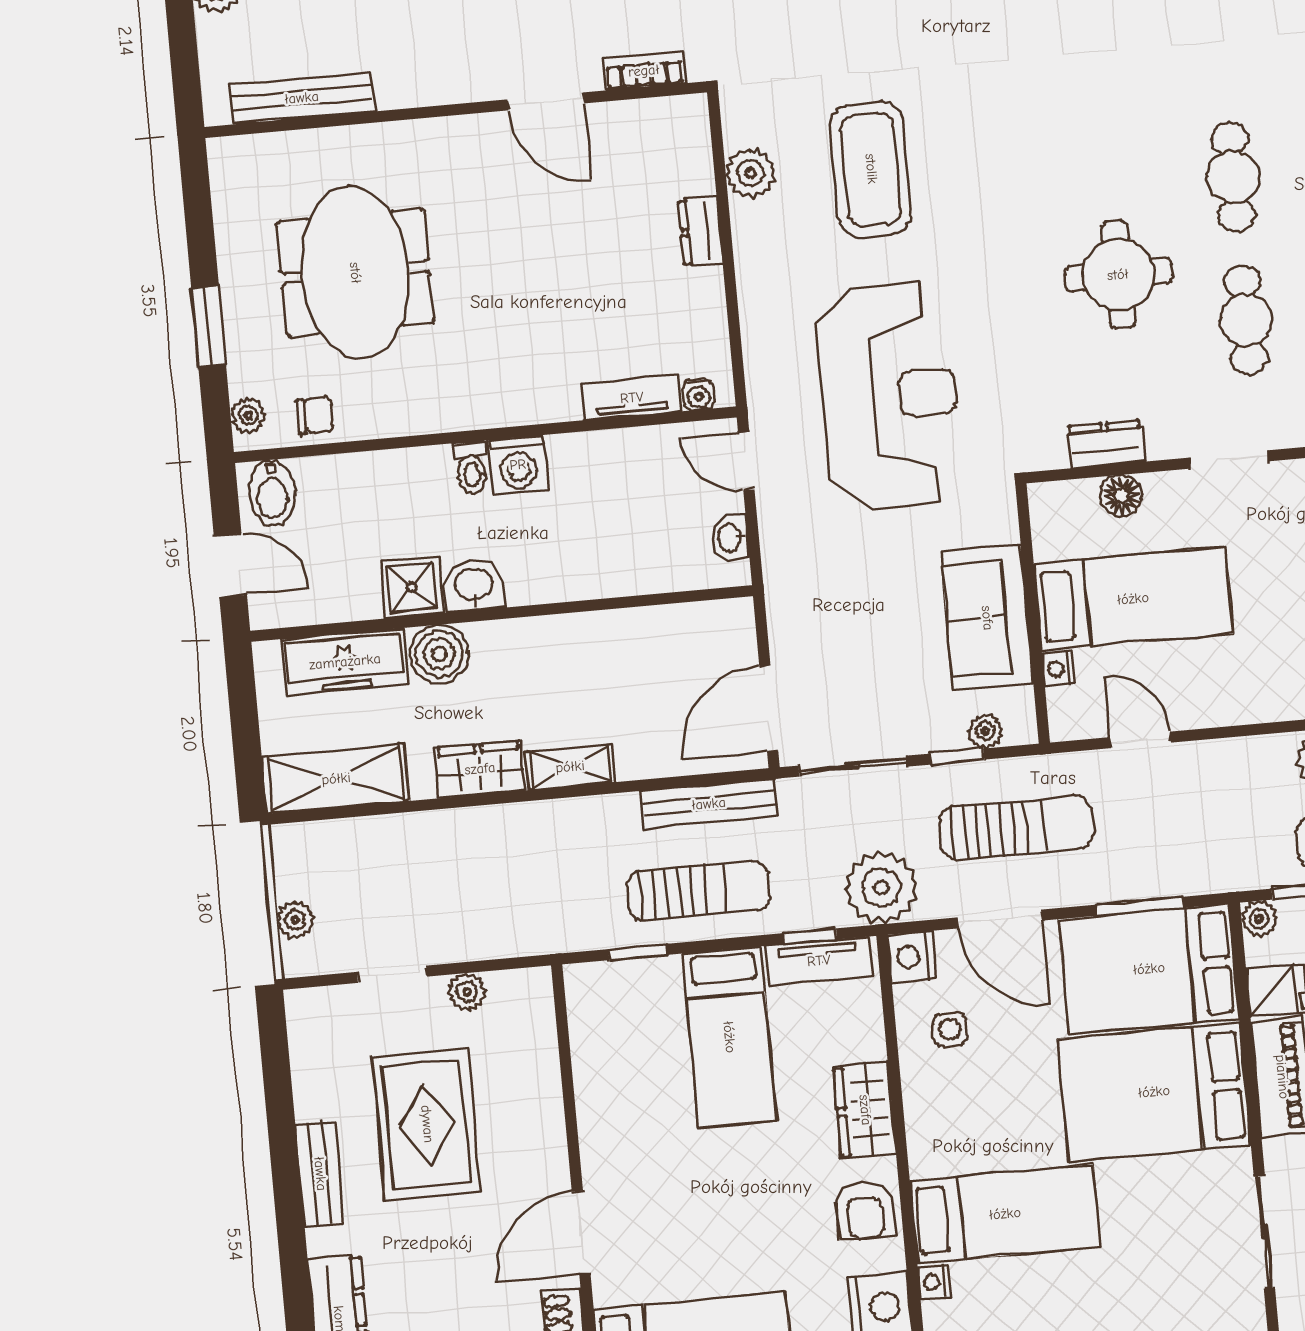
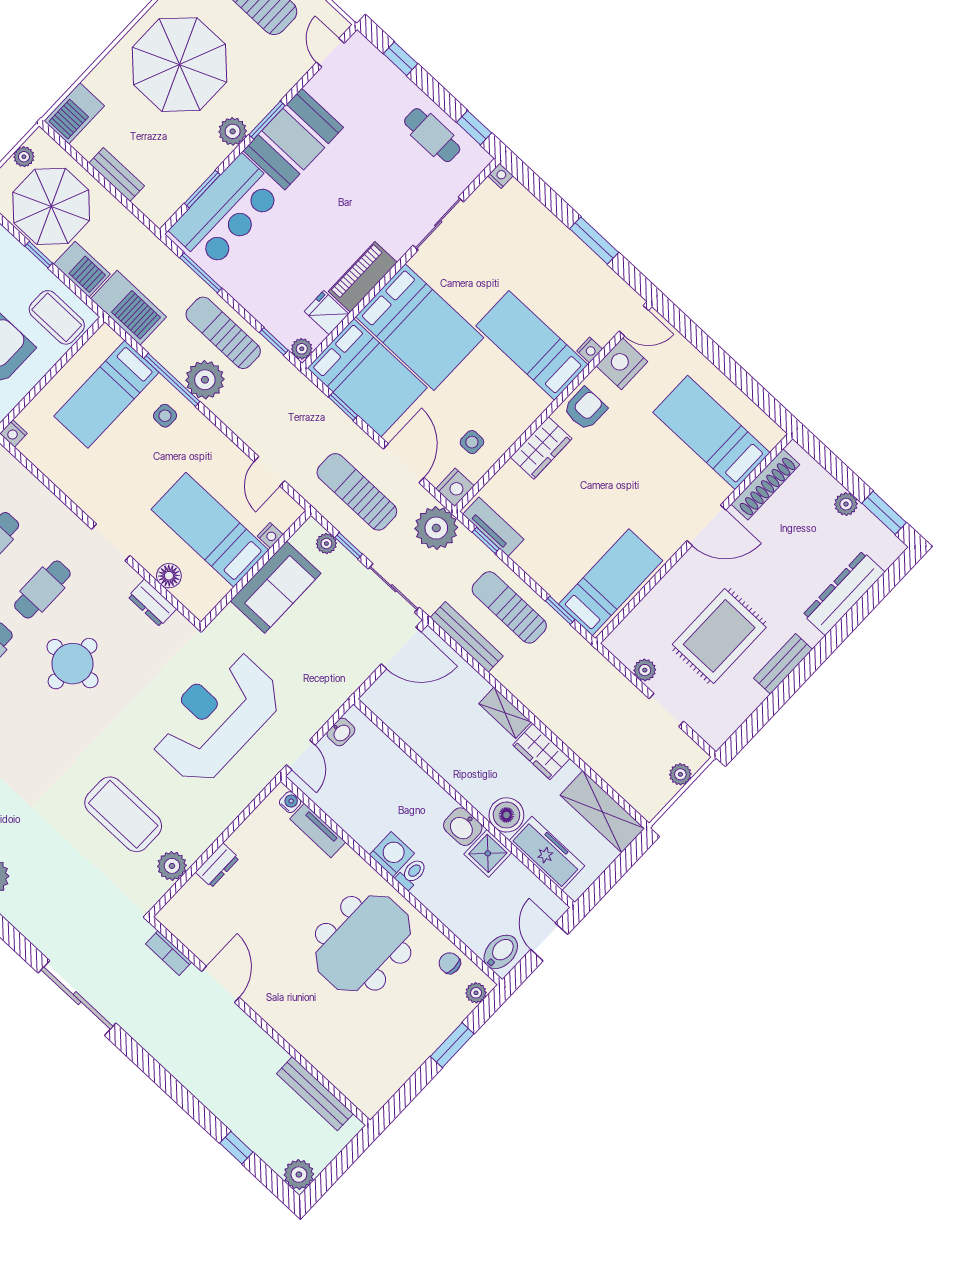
coffee table: (871, 169) -> (123, 814), turned 90
meeting table: (355, 273) -> (363, 943), moved
window: (1140, 906) -> (343, 406), width x0.67
bed: (729, 1037) -> (611, 582), moved

